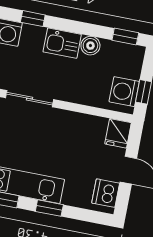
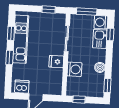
kitchen sink: (62, 43) -> (100, 39), moved
washing machine: (124, 92) -> (74, 69), moved, turned 90
fridge: (118, 133) -> (56, 62), moved

